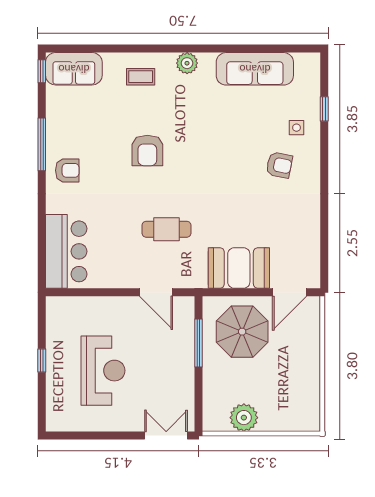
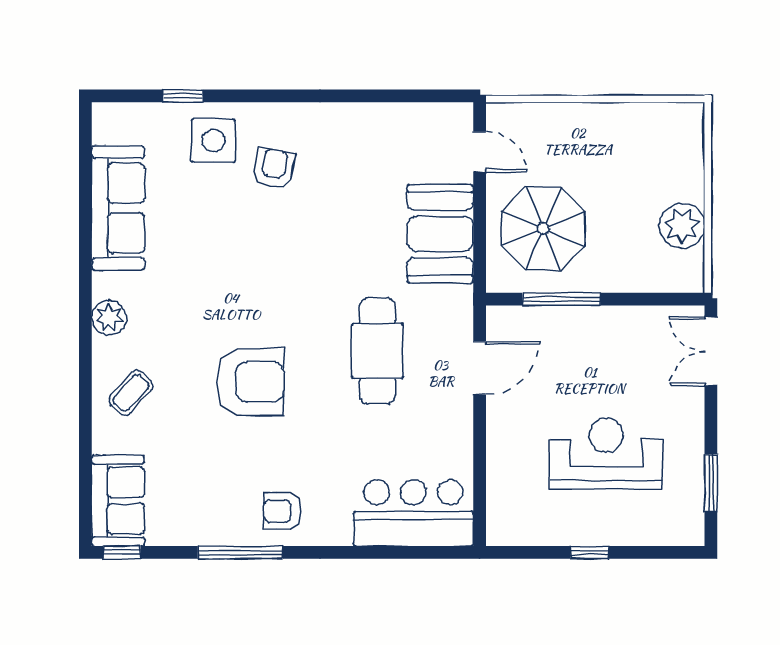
coffee table: (141, 77) -> (131, 393), turned 42
side table: (297, 128) -> (213, 141), width x1.87, depth x1.87
armchair: (147, 150) -> (250, 382), width x1.36, depth x1.36
armchair: (67, 170) -> (282, 511), turned -90
cafe table: (166, 229) -> (377, 351), width x1.37, depth x1.35
door: (290, 292) -> (480, 152), width x0.73
window: (85, 435) -> (711, 483), added

